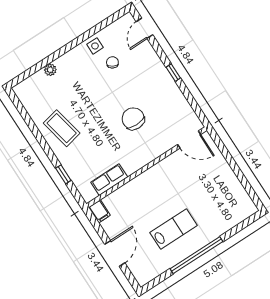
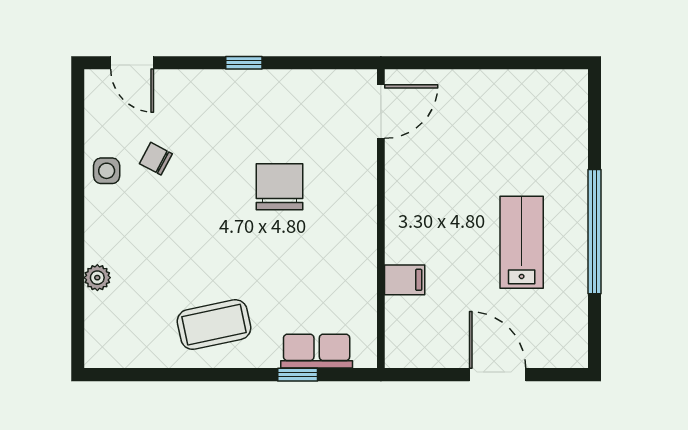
chair: (133, 119) -> (280, 187), turned 90
row of seats: (109, 180) -> (317, 351), moved, turned 90
filing cabinet: (99, 211) -> (405, 280), moved

